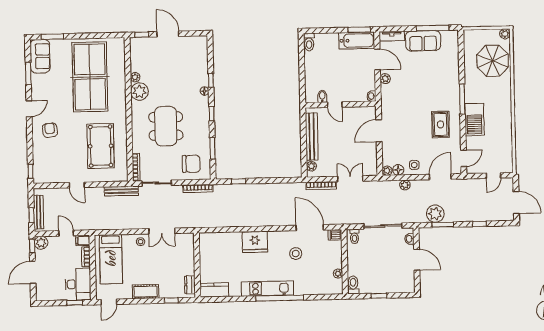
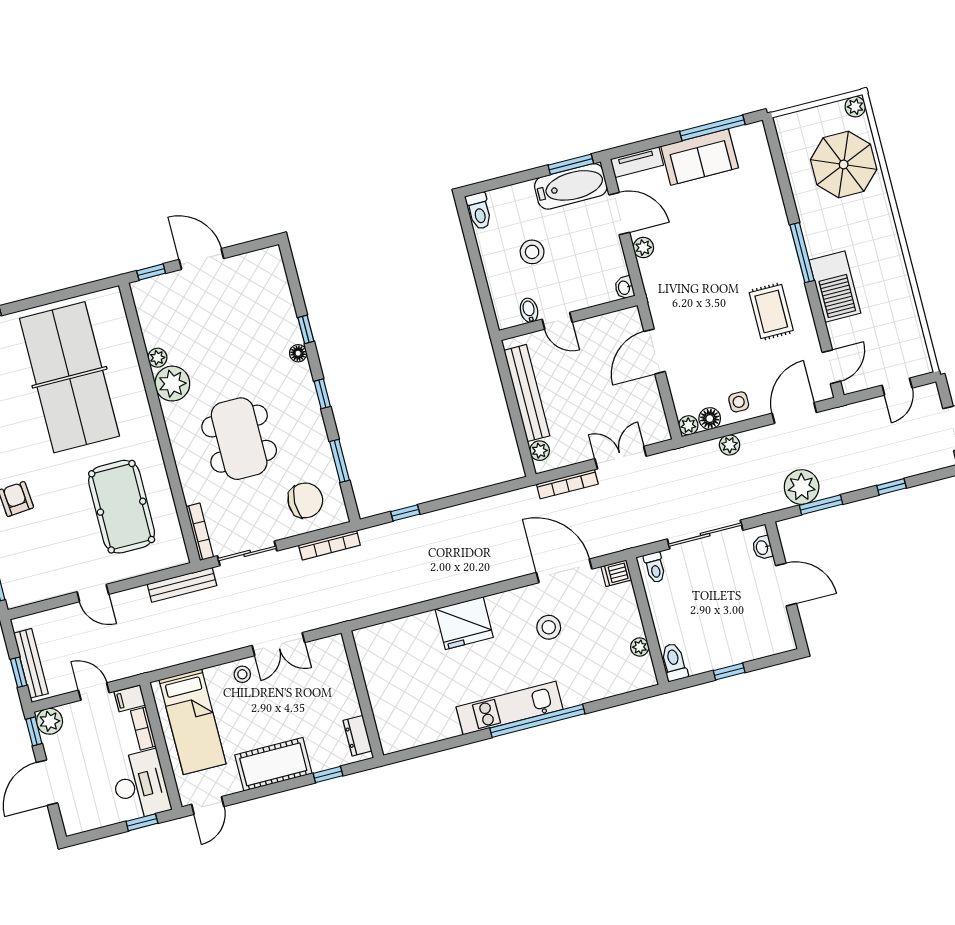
stool: (330, 68) -> (532, 252), added
kitchen counter: (214, 290) -> (407, 735), removed
cot: (146, 292) -> (273, 764), width x1.37, depth x1.34

